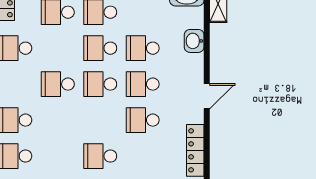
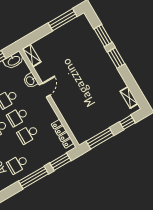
door: (207, 96) -> (44, 90), moved

